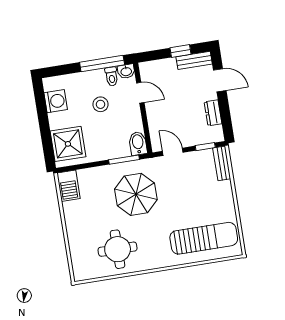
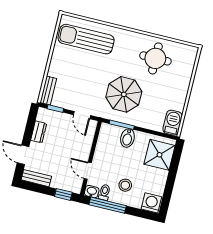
window: (180, 51) -> (63, 194), moved
washing machine: (56, 101) -> (151, 203), moved, turned 90
stool: (101, 104) -> (125, 185), moved
bidet: (138, 143) -> (127, 138), moved

